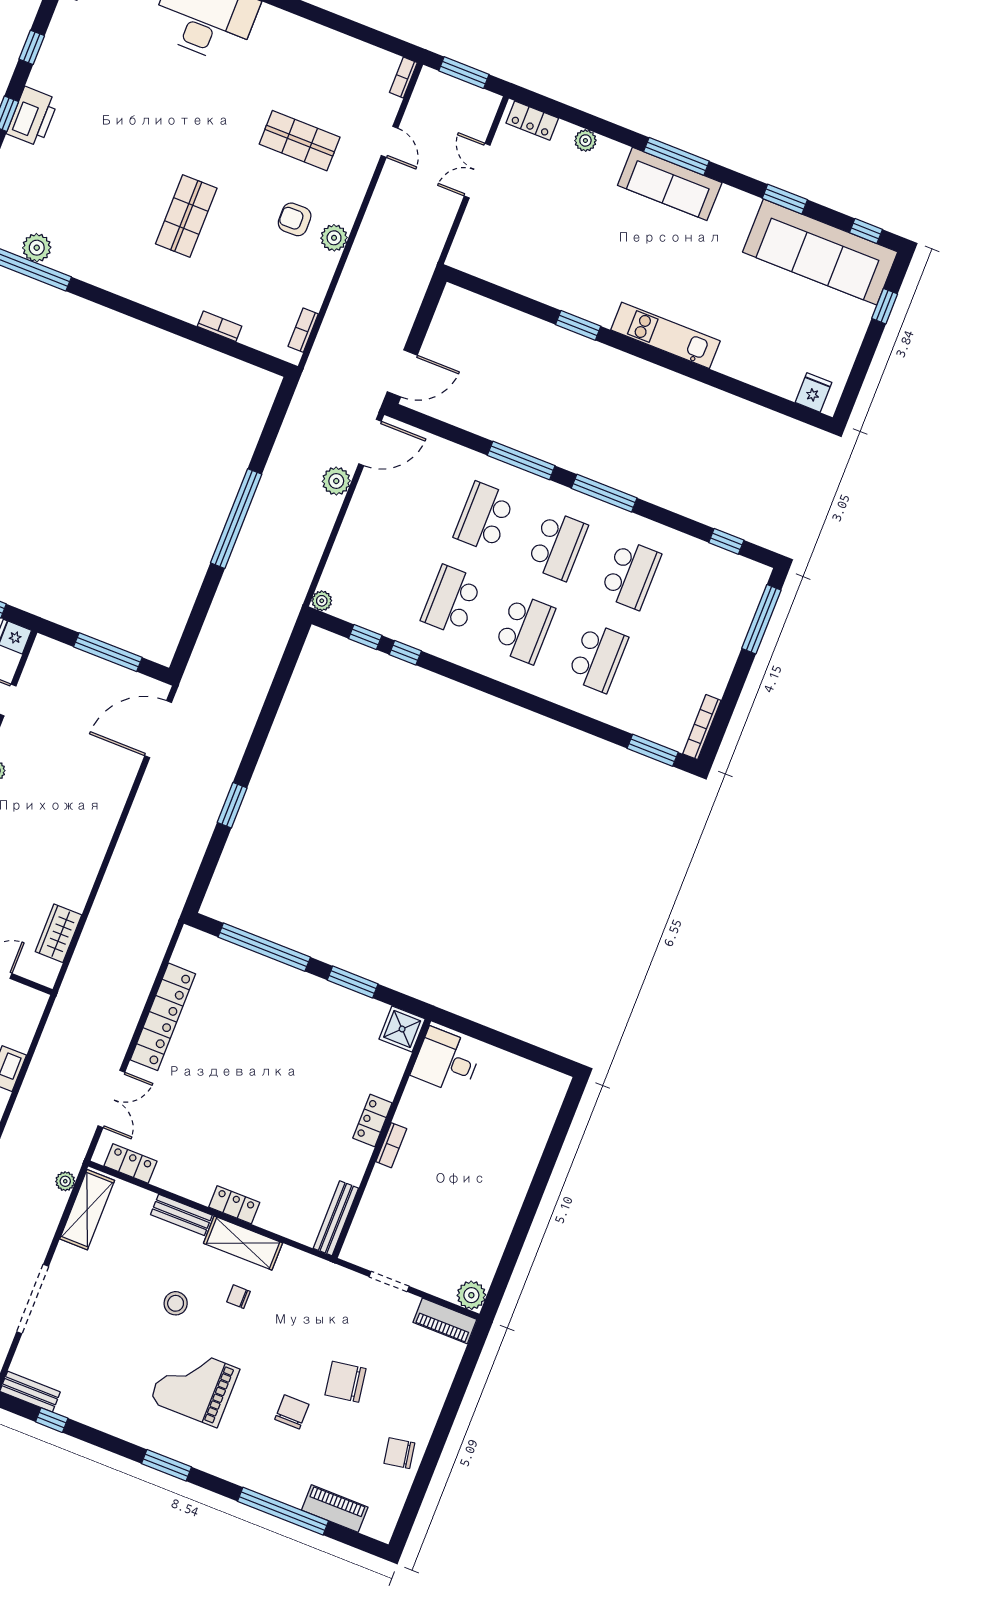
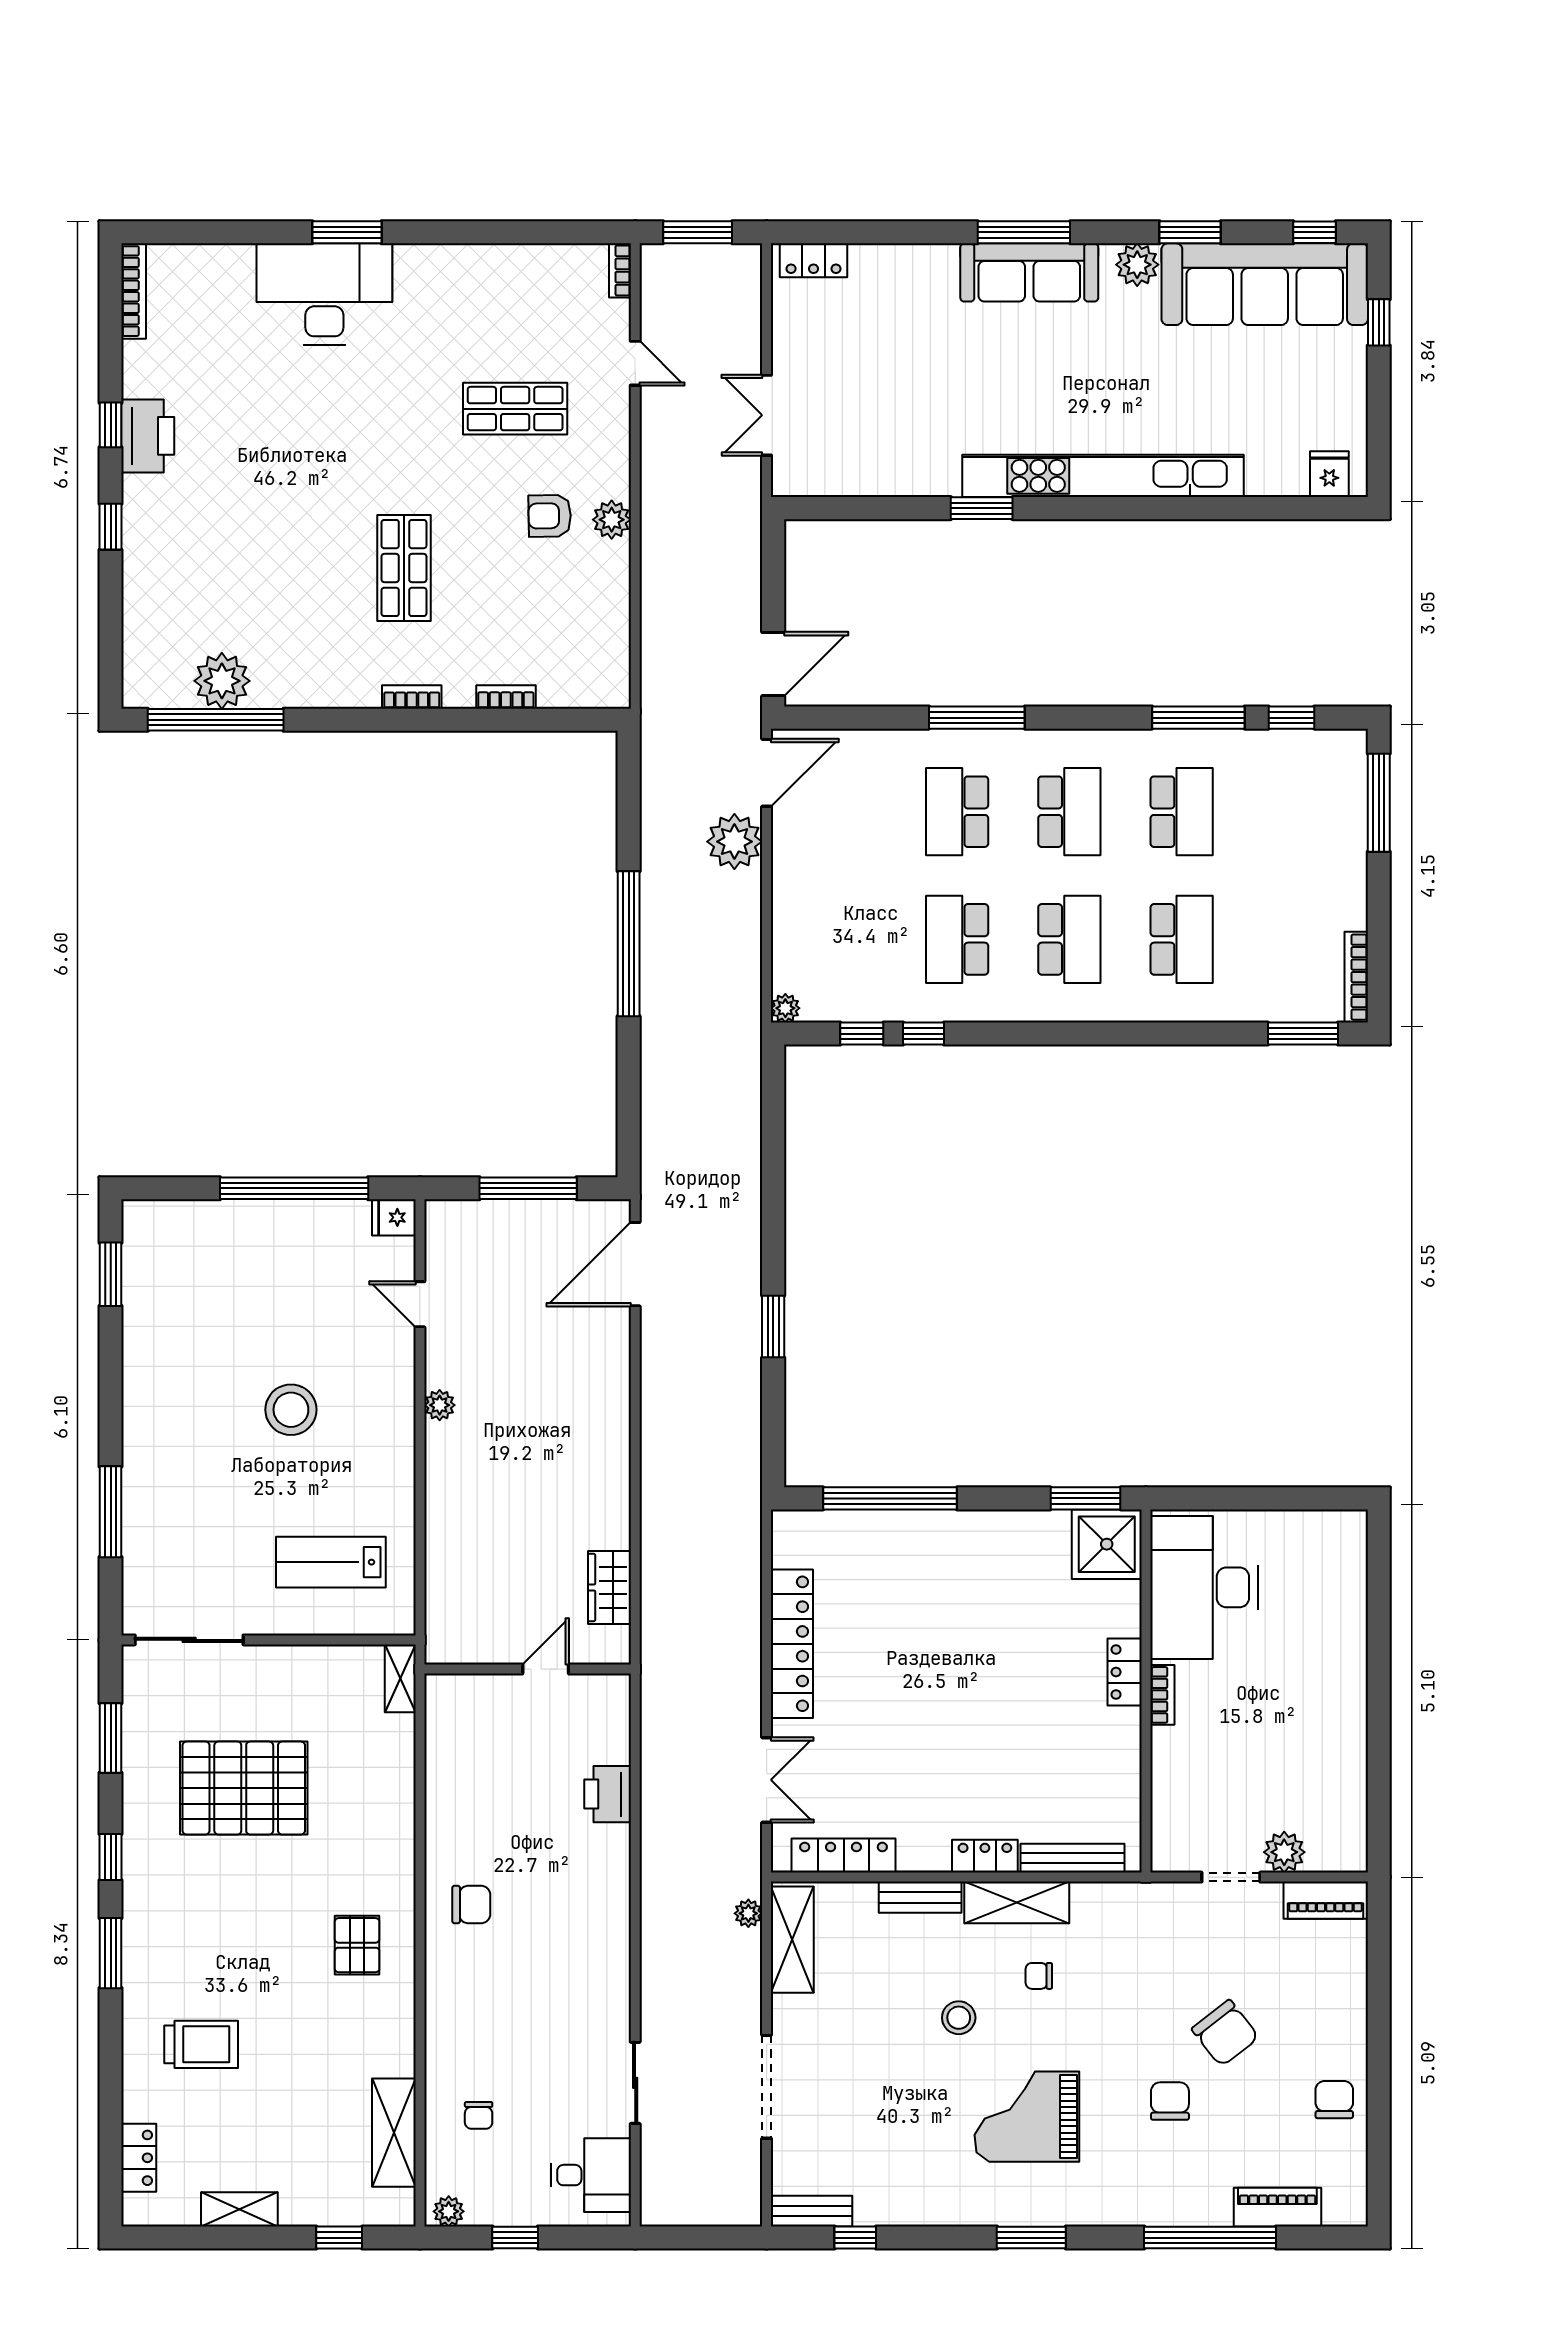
printer: (32, 117) -> (148, 436), moved
plant: (585, 140) -> (1137, 265), moved, width x1.38, depth x1.38
double door: (477, 171) -> (767, 415), moved
plant: (37, 248) -> (222, 681), width x1.36, depth x1.36
bookcase: (303, 330) -> (412, 697), moved, turned 90
kitchen unit: (665, 335) -> (1103, 476), width x1.86
plant: (336, 481) -> (734, 842), width x1.36, depth x1.36
window: (604, 493) -> (1198, 718), moved
window: (353, 982) -> (1086, 1498), moved
shower: (402, 1029) -> (1107, 1544), width x1.36, depth x1.36
desk: (446, 1061) -> (1204, 1587), width x1.87, depth x1.30
locker: (131, 1163) -> (844, 1856), width x1.53
bench: (336, 1218) -> (1072, 1858), moved, turned 90
plant: (471, 1295) -> (1284, 1852), moved
chair: (345, 1382) -> (1225, 2033), turned -119
chair: (399, 1453) -> (1334, 2100), turned 100

